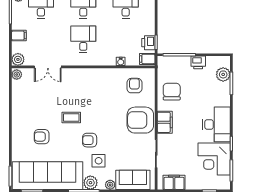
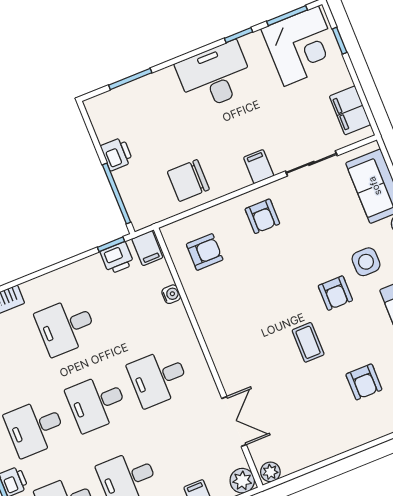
plant: (223, 74) -> (120, 100), removed
armchair: (134, 86) -> (205, 252), turned 180
armchair: (140, 120) -> (262, 216), width x0.53, depth x0.53
filing cabinet: (165, 122) -> (259, 167), width x0.50
corner desk: (214, 159) -> (301, 46), moved

